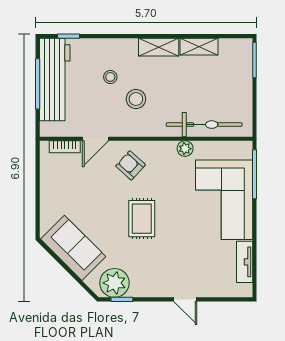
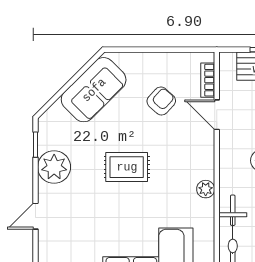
plant: (185, 149) -> (206, 189), moved
armchair: (131, 165) -> (161, 101), moved
plant: (114, 283) -> (54, 167), moved

